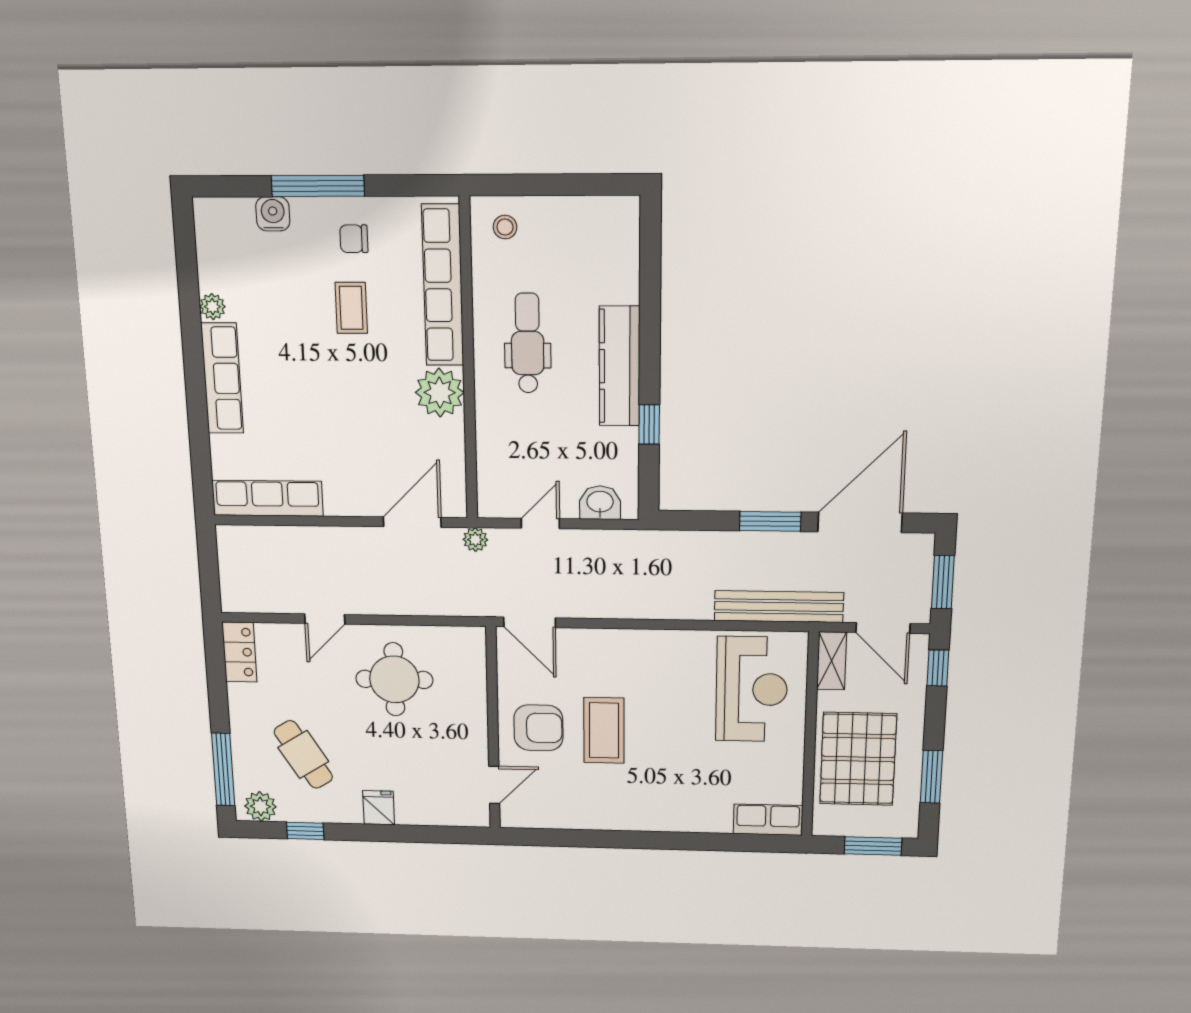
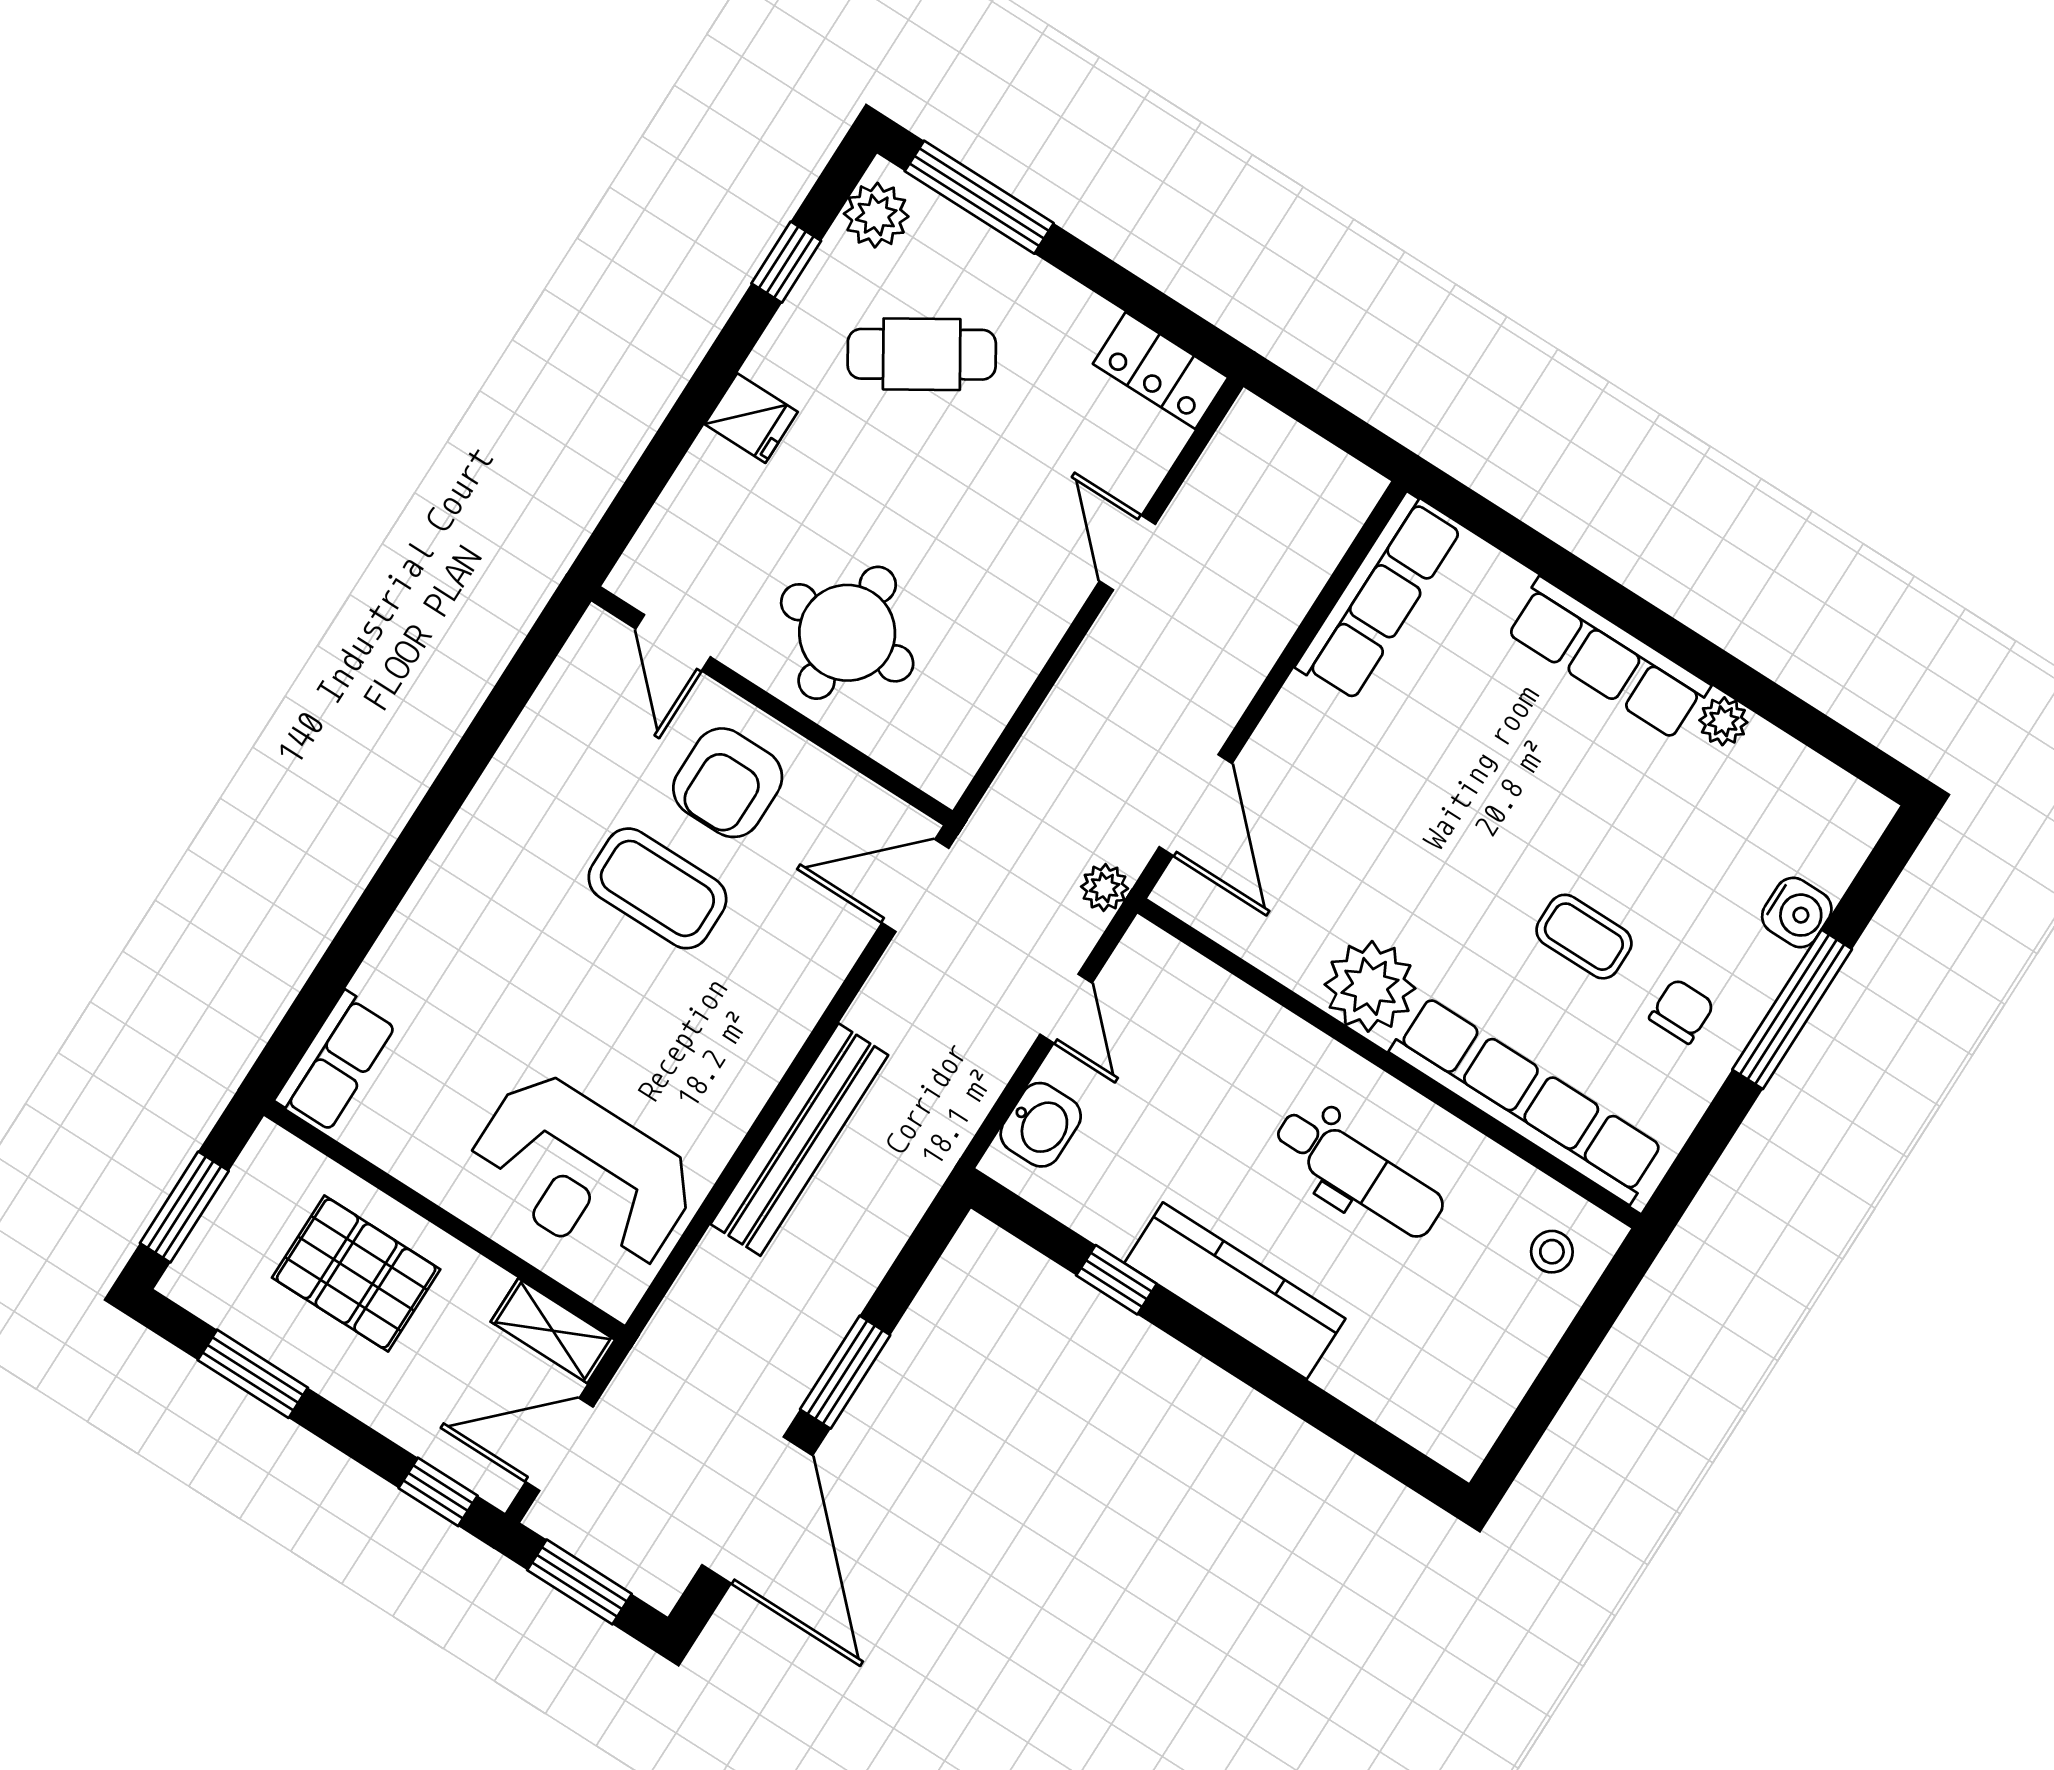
bench: (779, 607) -> (799, 1140), moved
round table: (394, 679) -> (847, 633), moved
pallet: (858, 759) -> (356, 1274), width x0.73, depth x0.71

